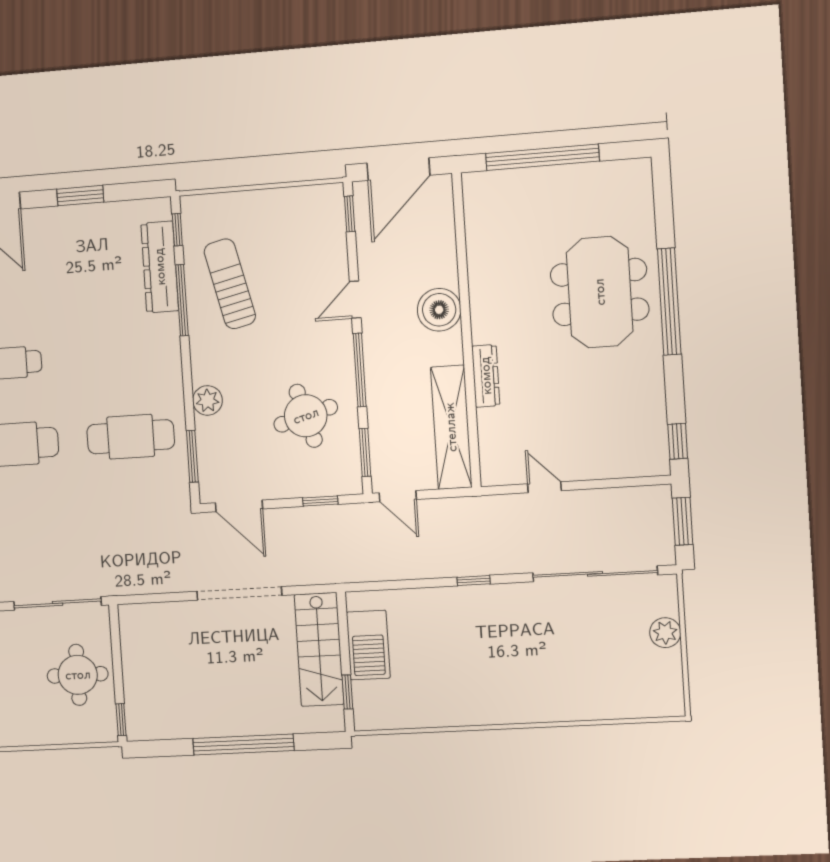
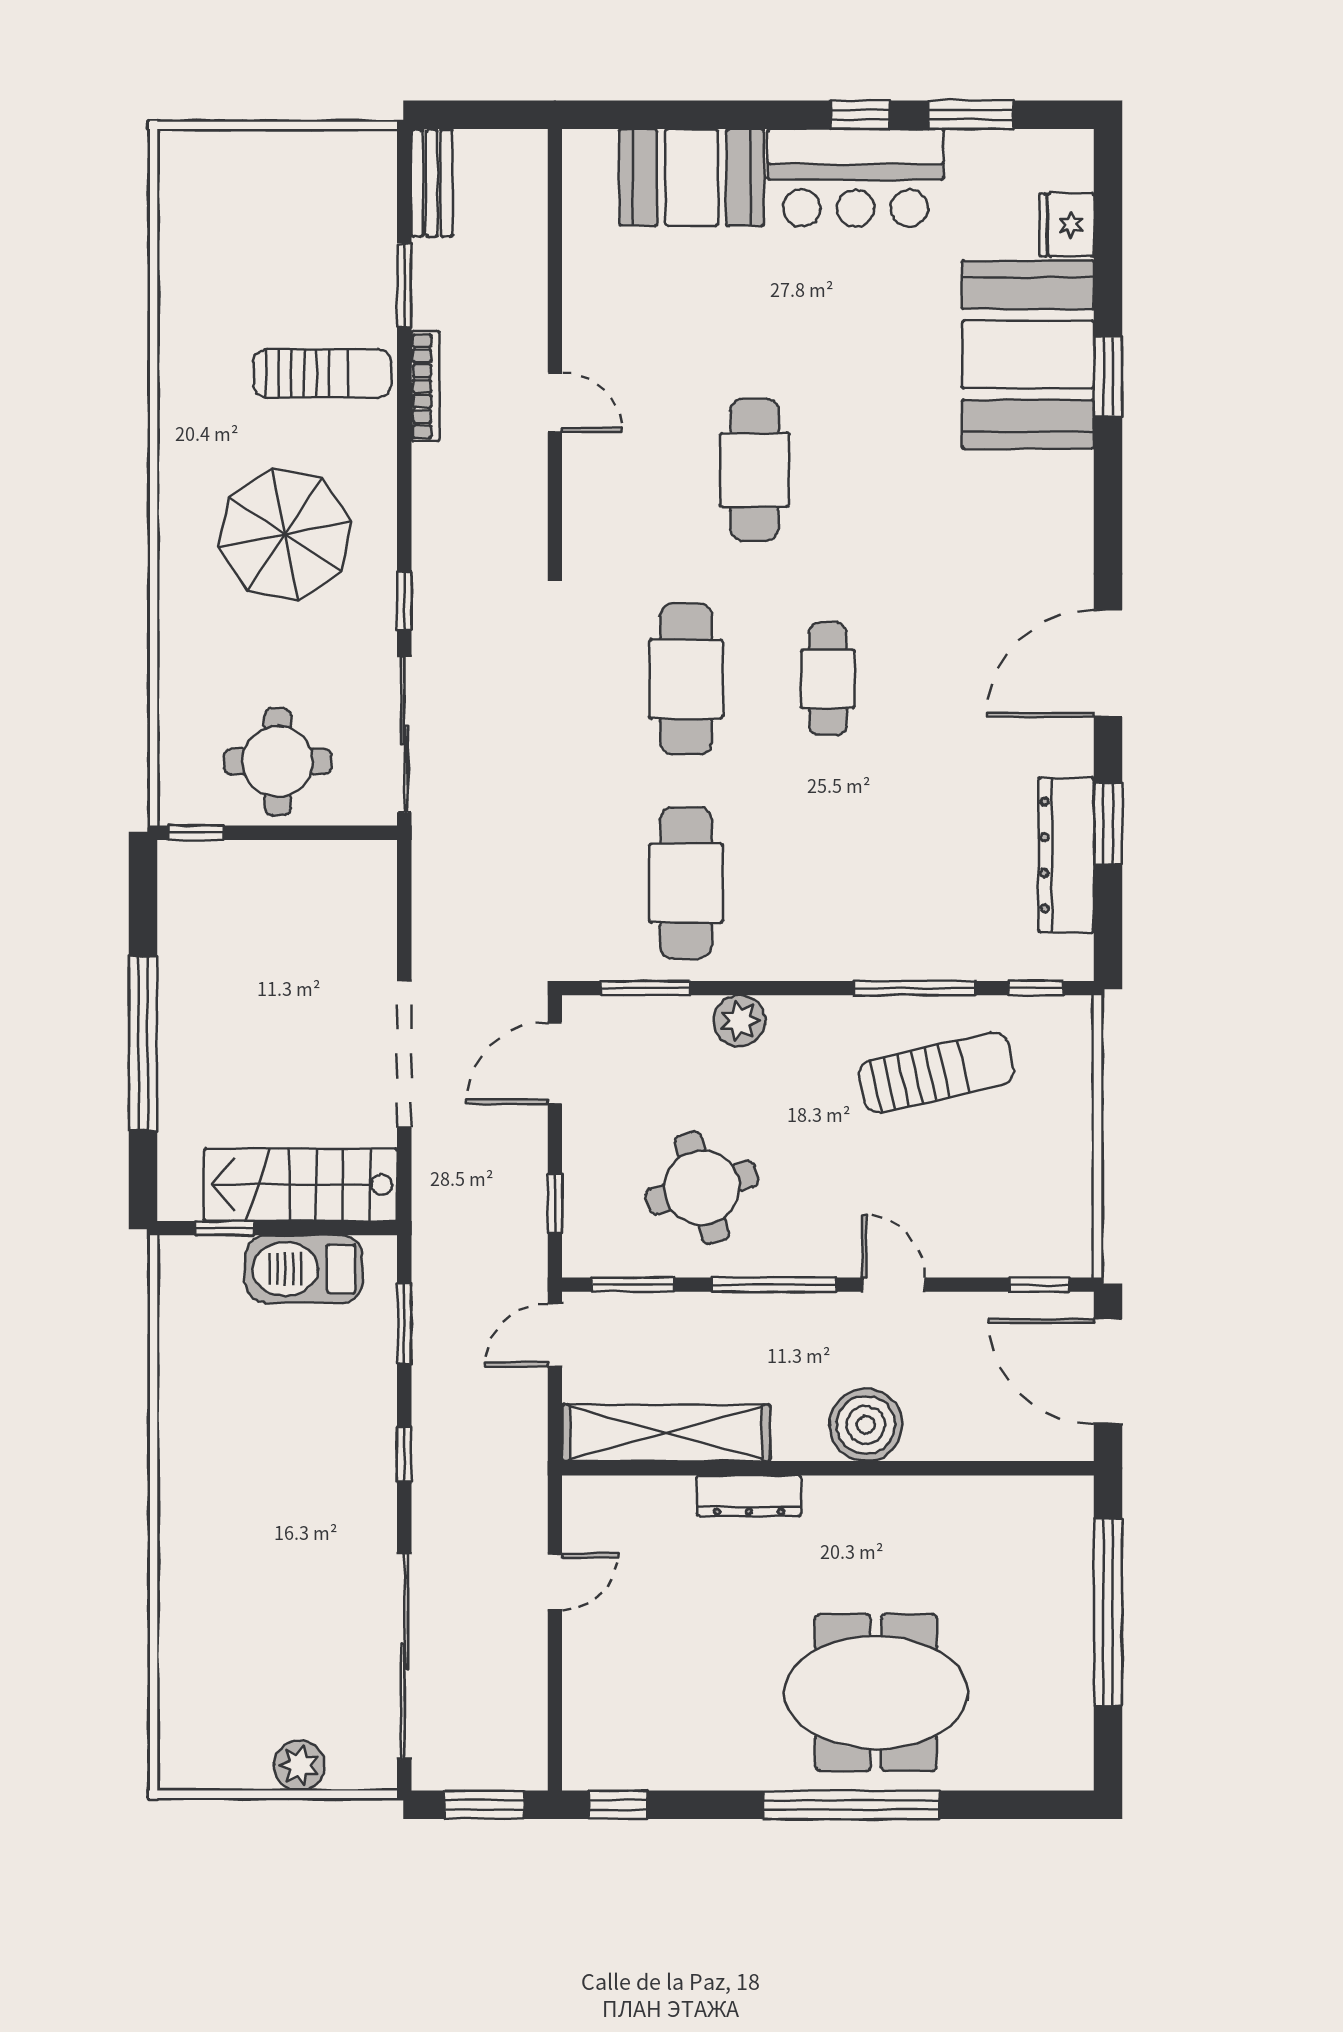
dresser: (160, 267) -> (1066, 855), moved, turned -90
window: (397, 585) -> (404, 1324), added

